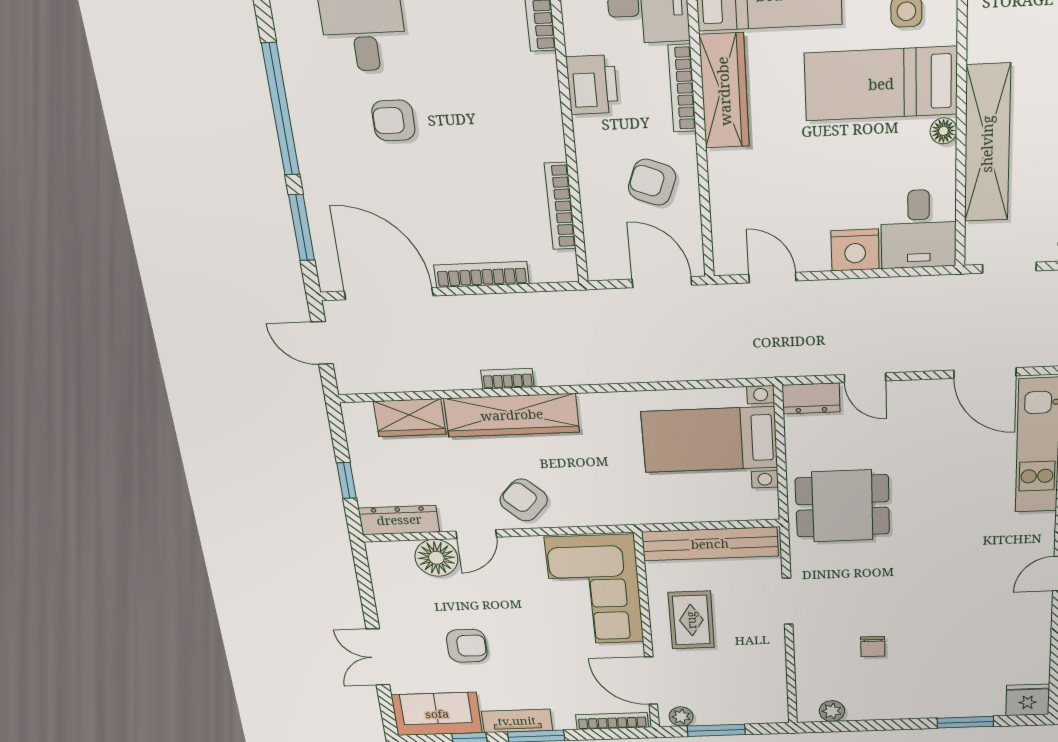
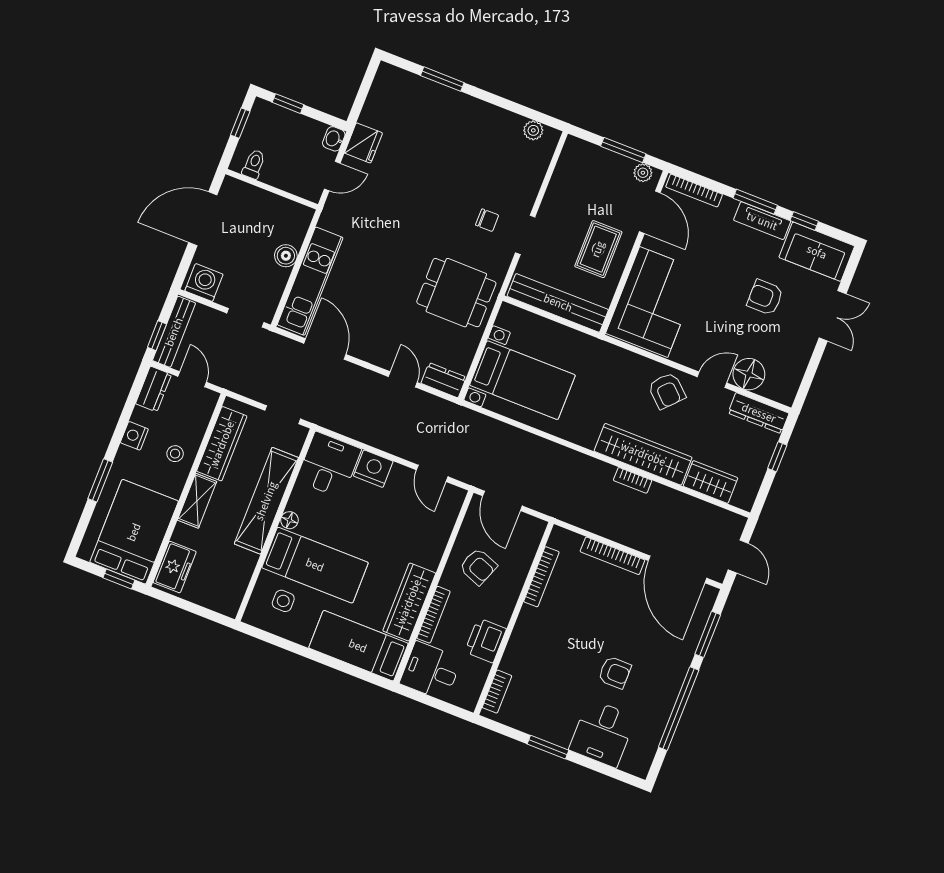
chair: (873, 647) -> (487, 220), moved, turned 90
fridge: (1028, 700) -> (363, 143), moved, turned -90

